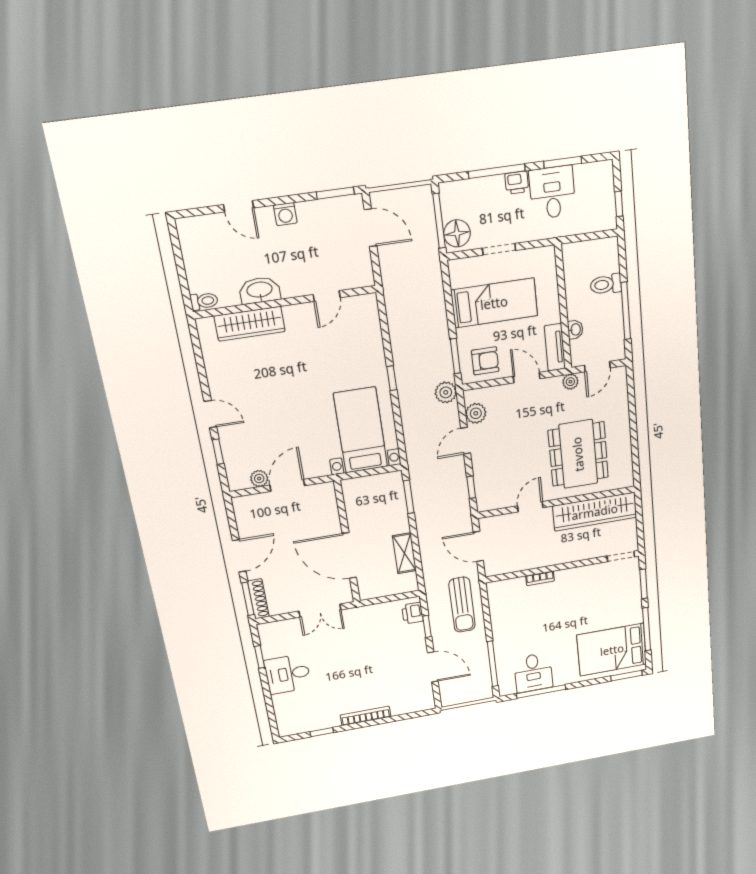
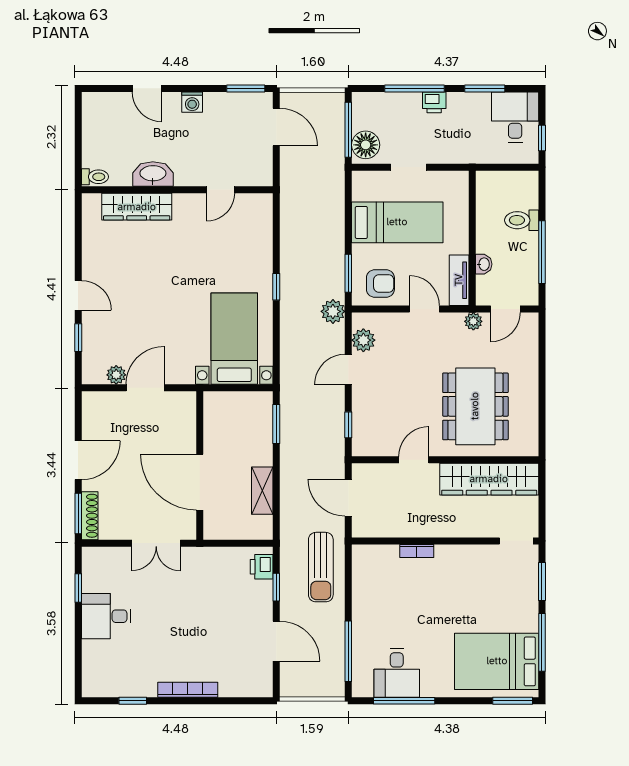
desk: (552, 192) -> (515, 117), moved

